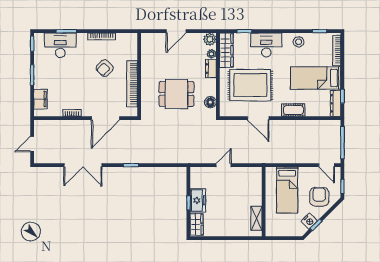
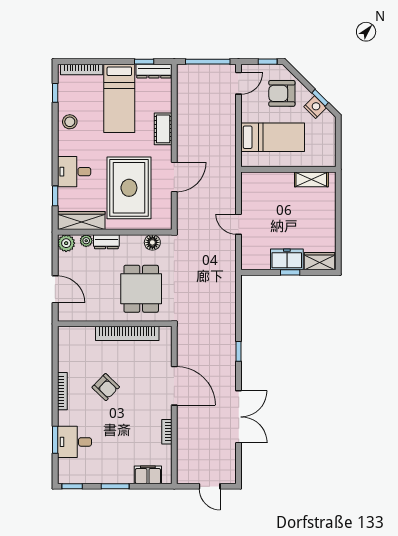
desk: (60, 45) -> (74, 442), width x0.73
desk: (266, 45) -> (74, 172), width x0.73
wall: (139, 75) -> (115, 324), moved
bookcase: (132, 84) -> (127, 333), moved

